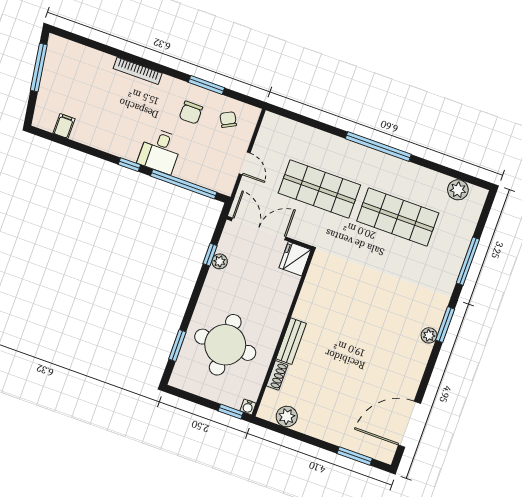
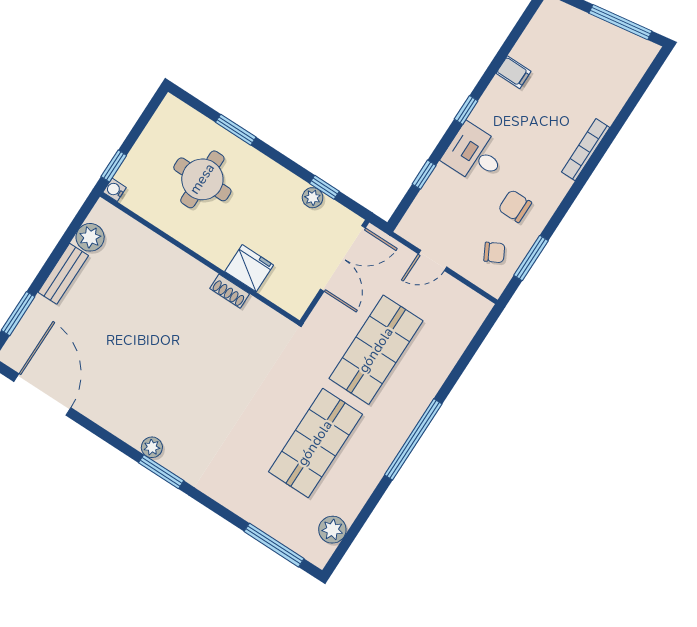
window: (206, 85) -> (531, 258), moved
filing cabinet: (64, 126) -> (514, 72), moved
window: (184, 184) -> (424, 175), width x0.32
fridge: (295, 259) -> (249, 268), moved
window: (468, 261) -> (274, 545), moved
bench: (291, 341) -> (63, 274), moved, turned 90
round table: (225, 345) -> (202, 179), width x0.73, depth x0.73
window: (177, 346) -> (236, 130), moved
shoe rack: (277, 375) -> (230, 291), moved

